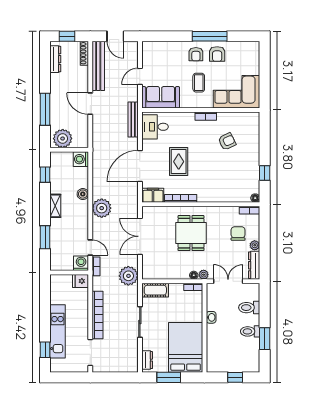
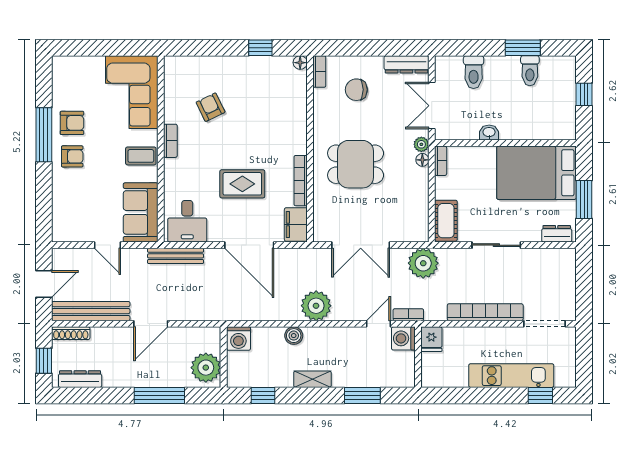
coffee table: (199, 83) -> (141, 156), moved
plant: (255, 245) -> (375, 63), removed
toilet: (250, 331) -> (530, 71), moved

